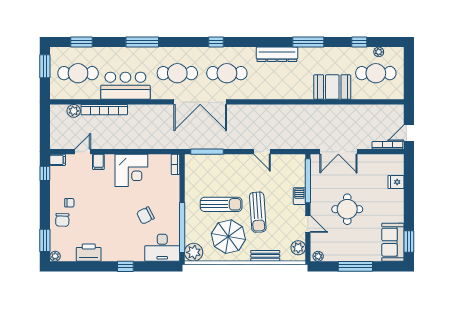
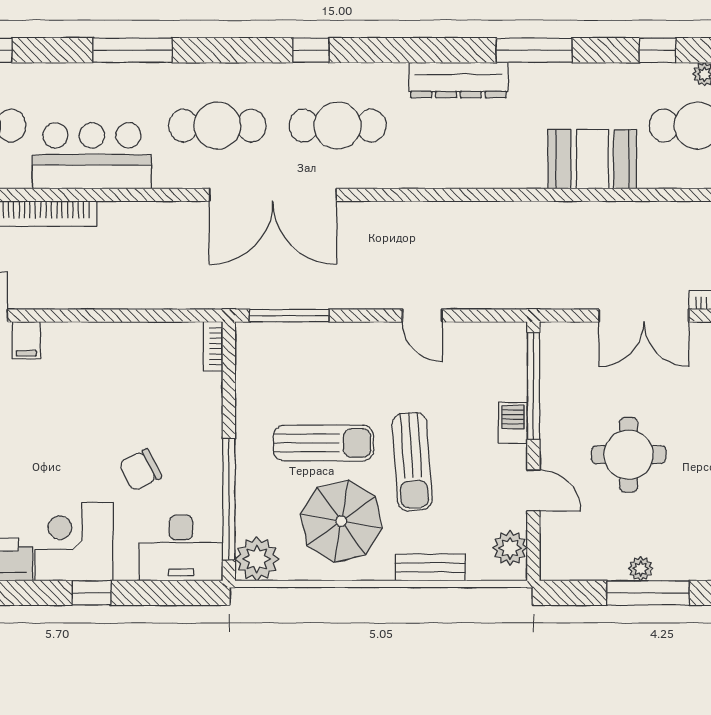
double door: (338, 152) -> (644, 316), moved
corner desk: (131, 170) -> (74, 542), moved, turned 180
plant: (318, 256) -> (641, 569), moved

